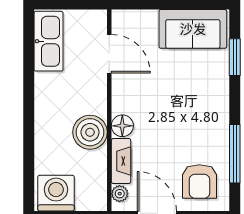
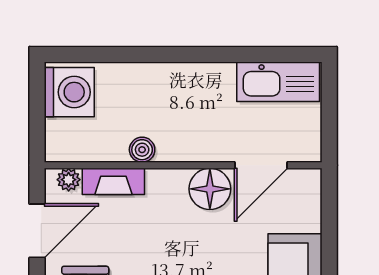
floor lamp: (122, 126) -> (210, 189), moved, width x1.38, depth x1.38
boiler: (90, 132) -> (142, 150), width x0.54, depth x0.54

